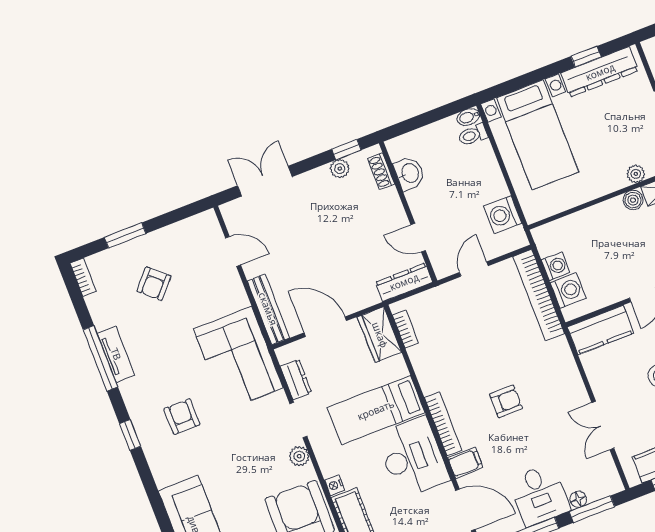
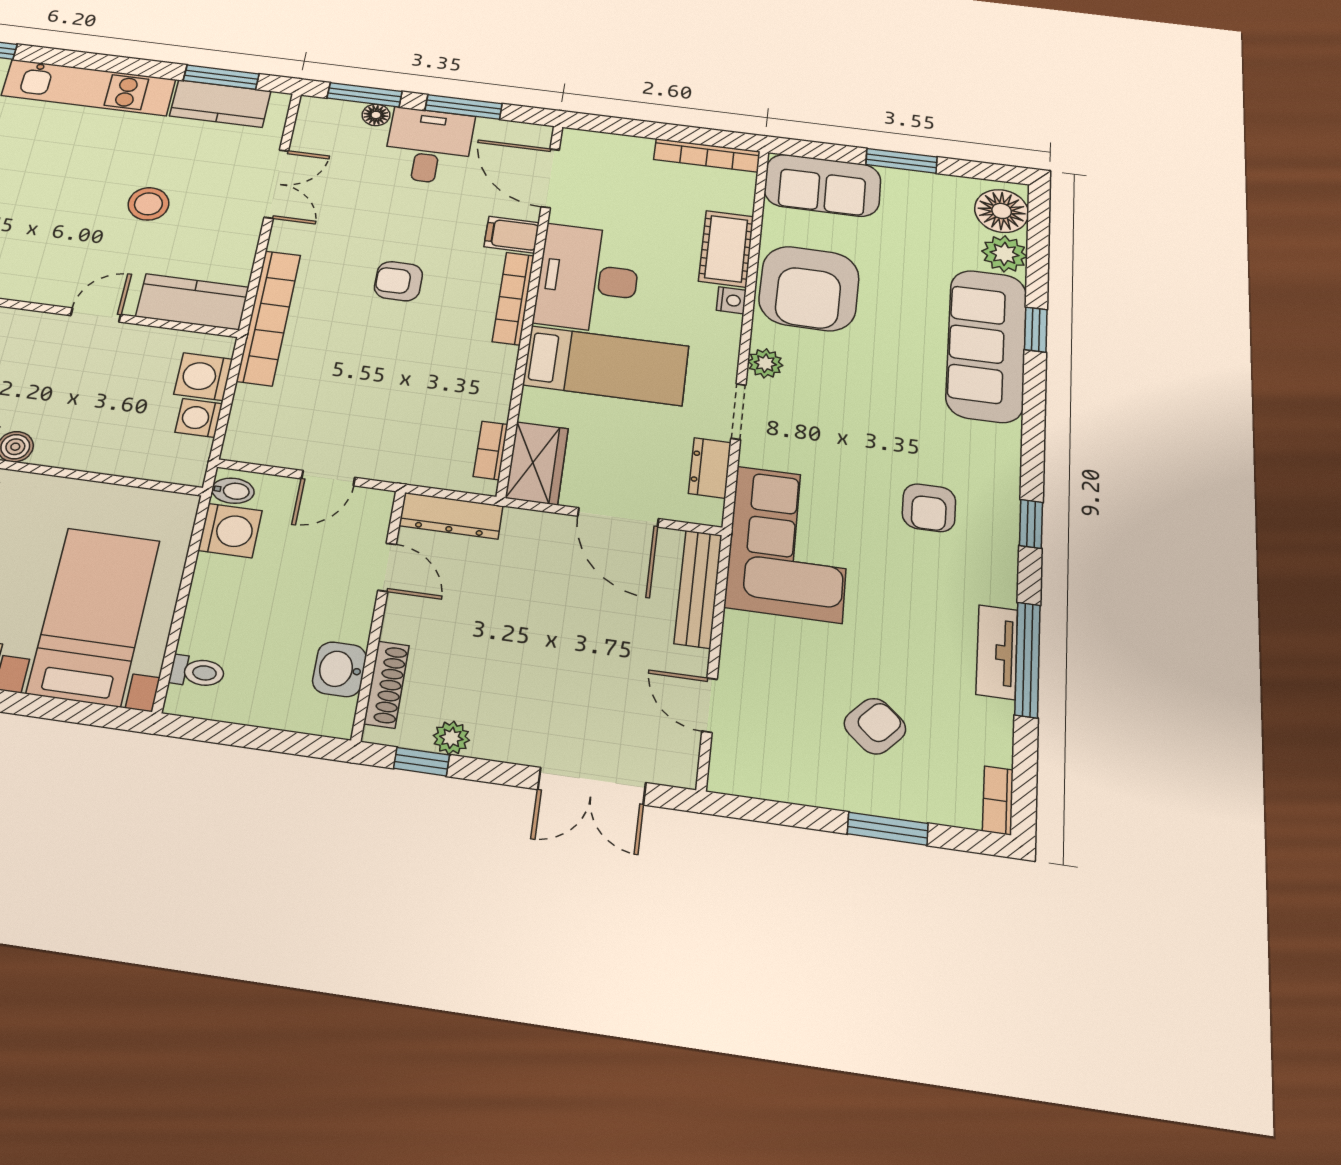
bidet: (468, 117) -> (233, 491), moved
shoe rack: (381, 171) -> (386, 684), width x1.43
bookcase: (539, 295) -> (269, 318), moved

